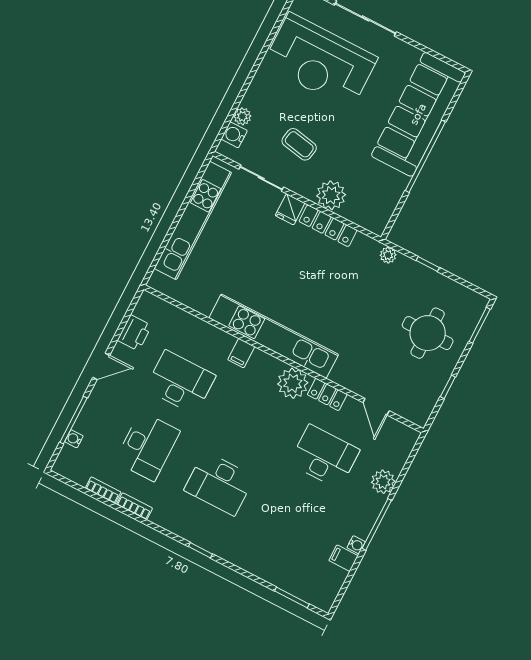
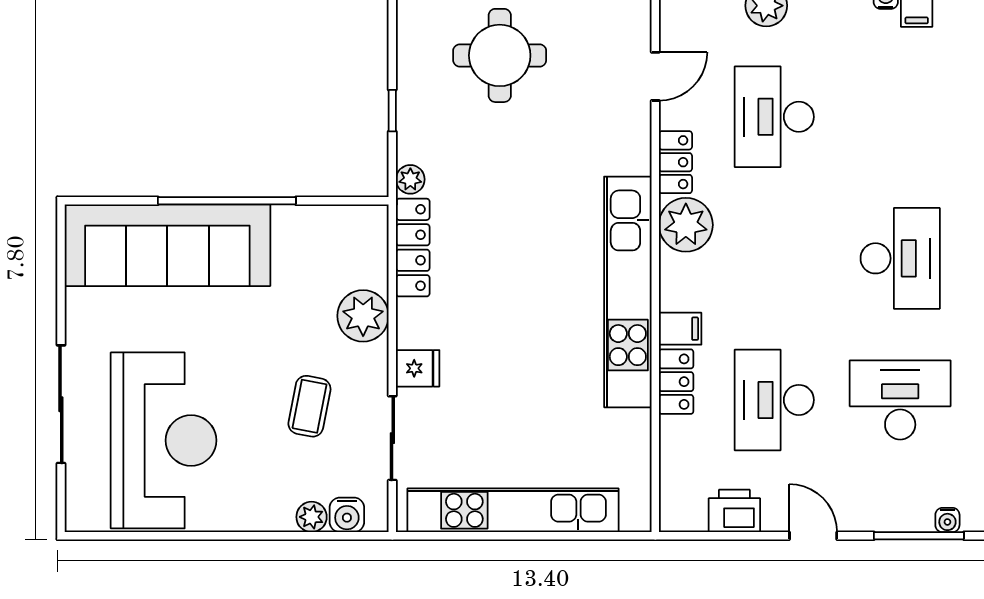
locker: (328, 226) -> (413, 248), moved
locker: (215, 337) -> (676, 382), added

